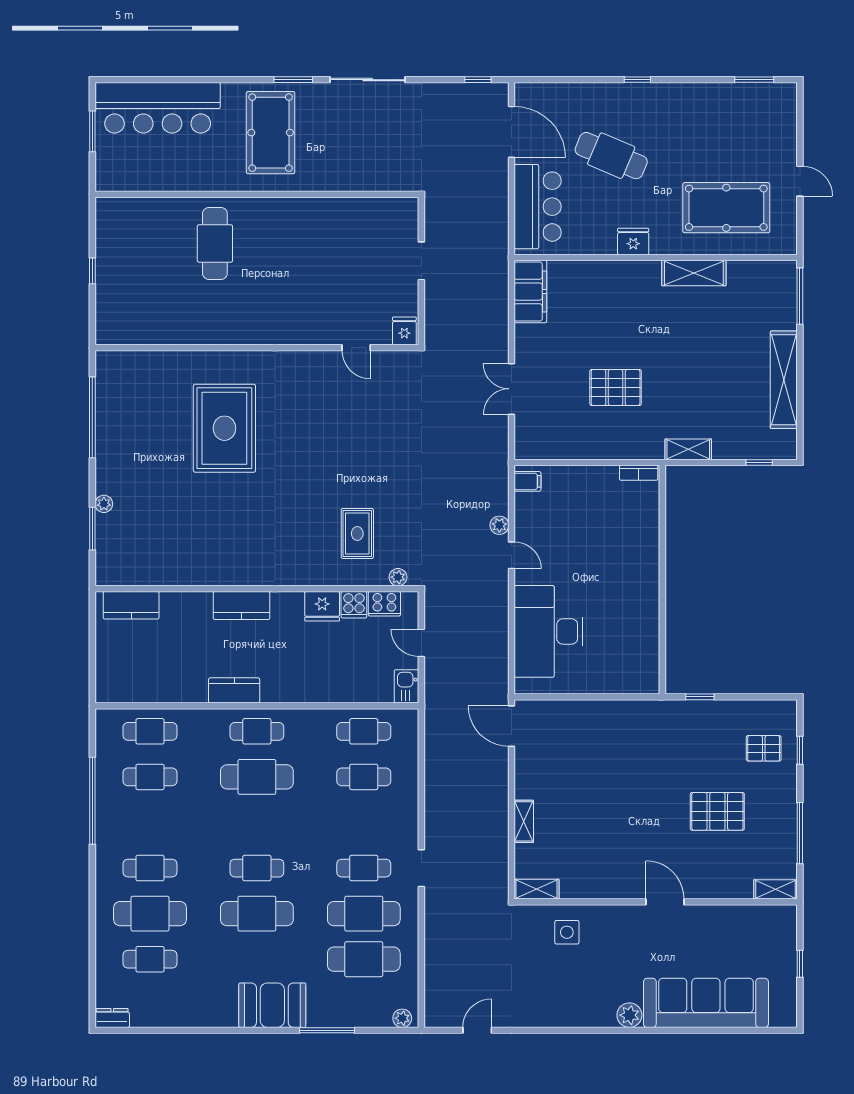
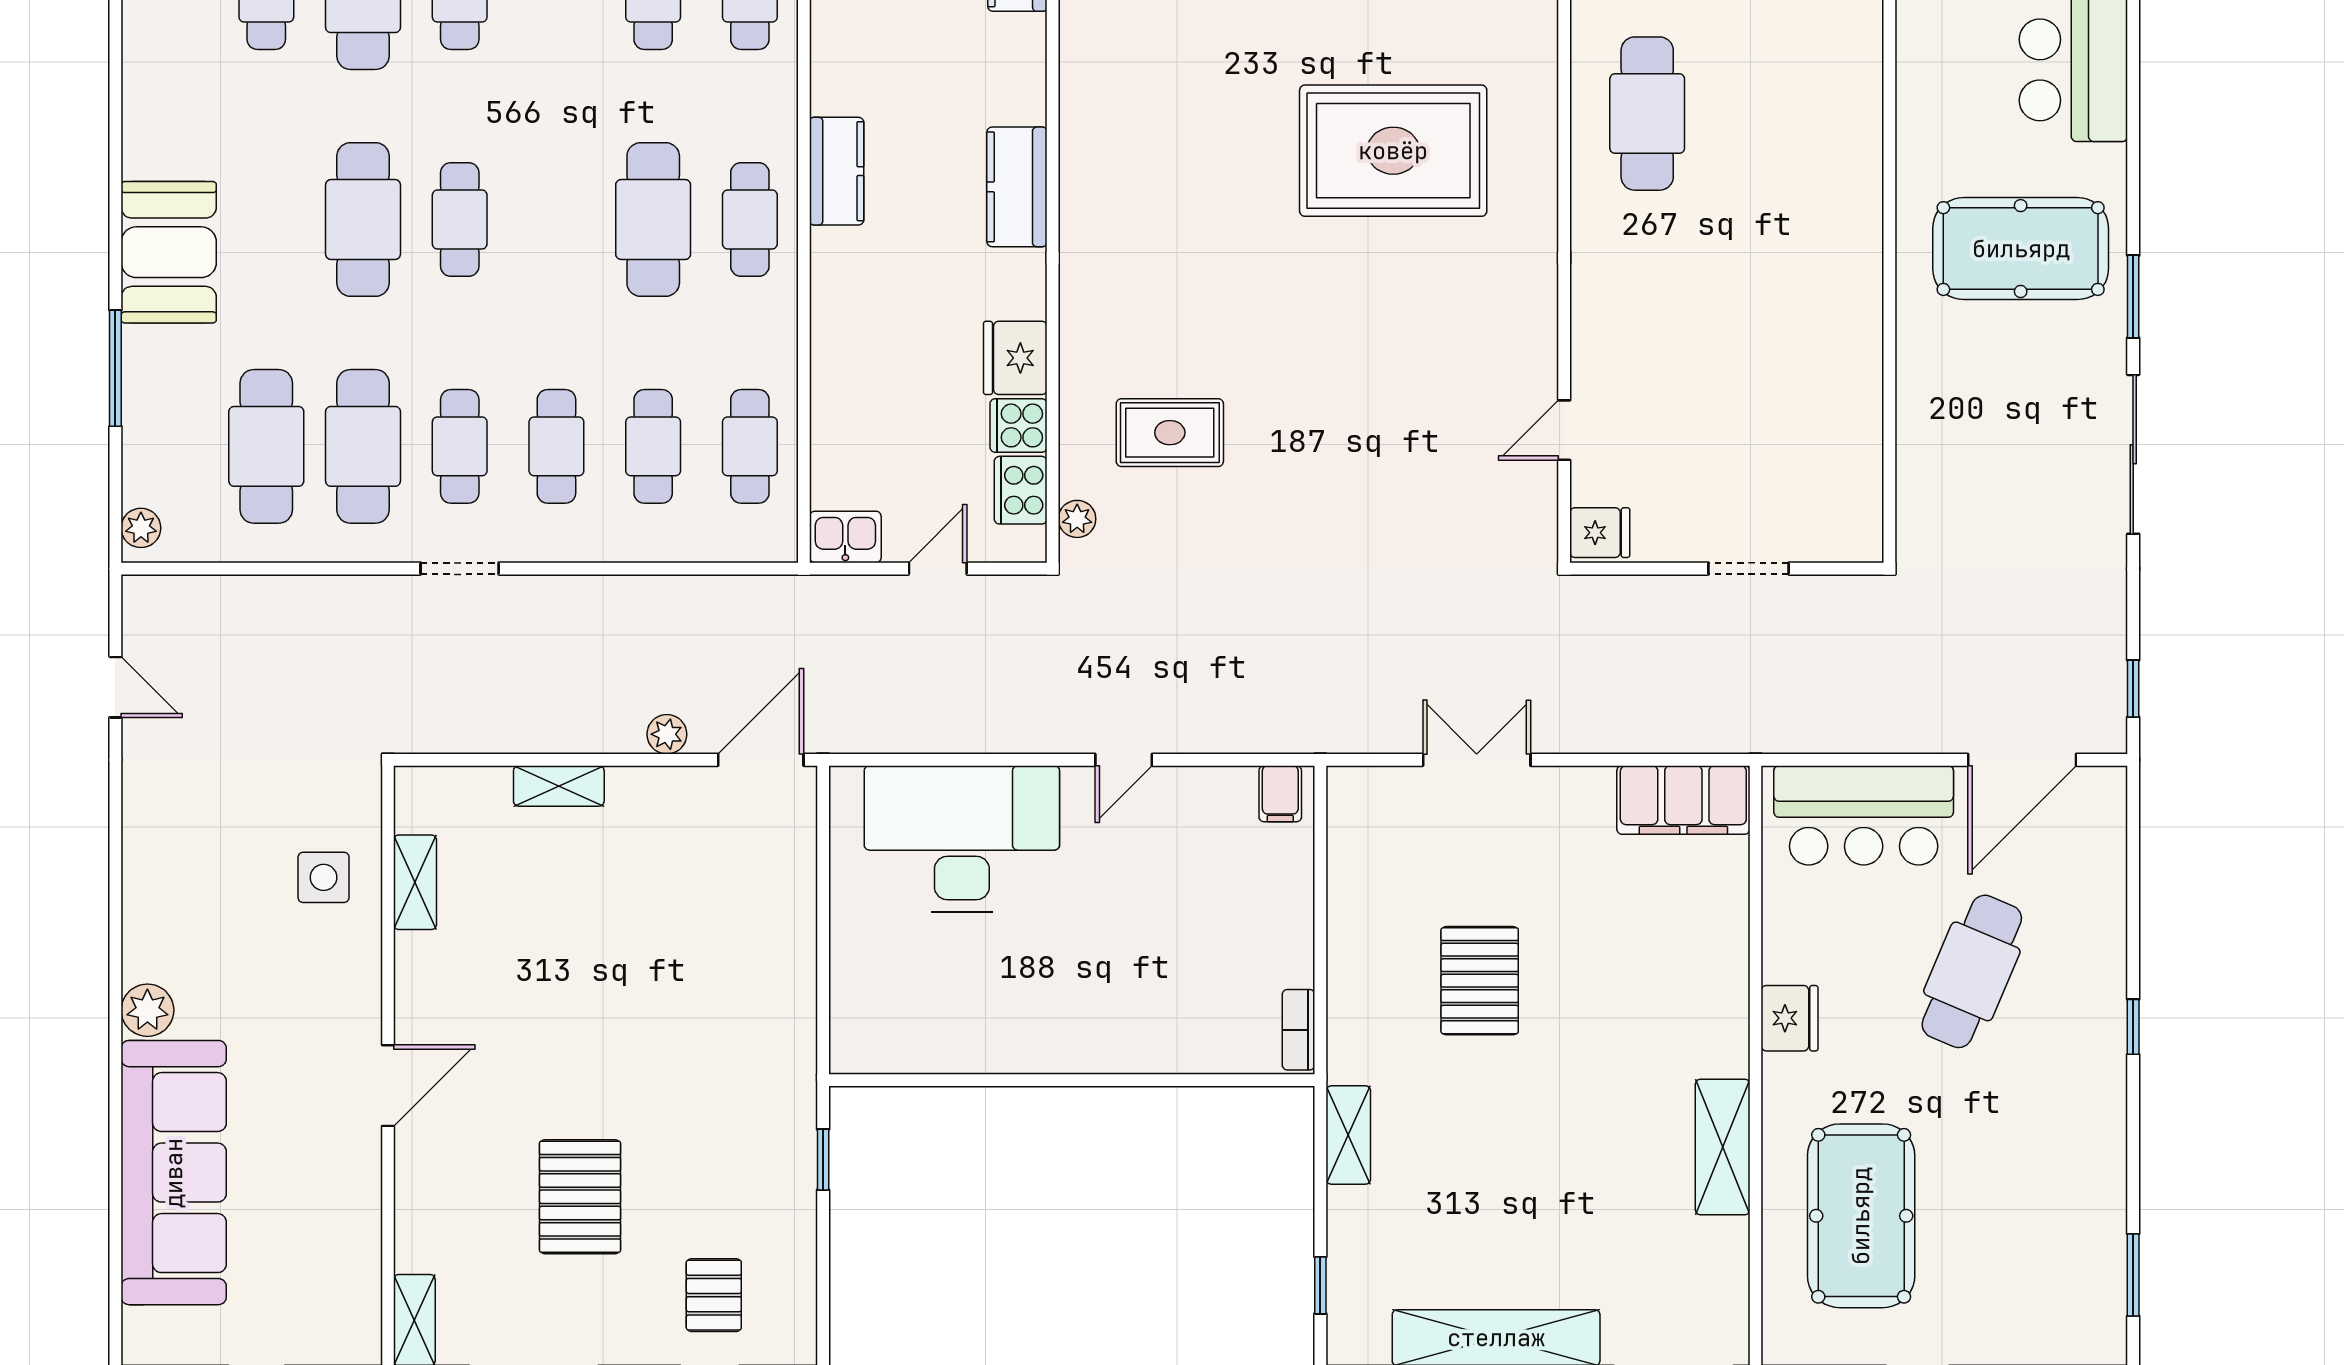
cafe table: (215, 243) -> (1647, 114), moved, turned 90
plant: (499, 525) -> (667, 734), moved
cafe table: (364, 822) -> (556, 446), added
shelving: (536, 889) -> (415, 882), moved

